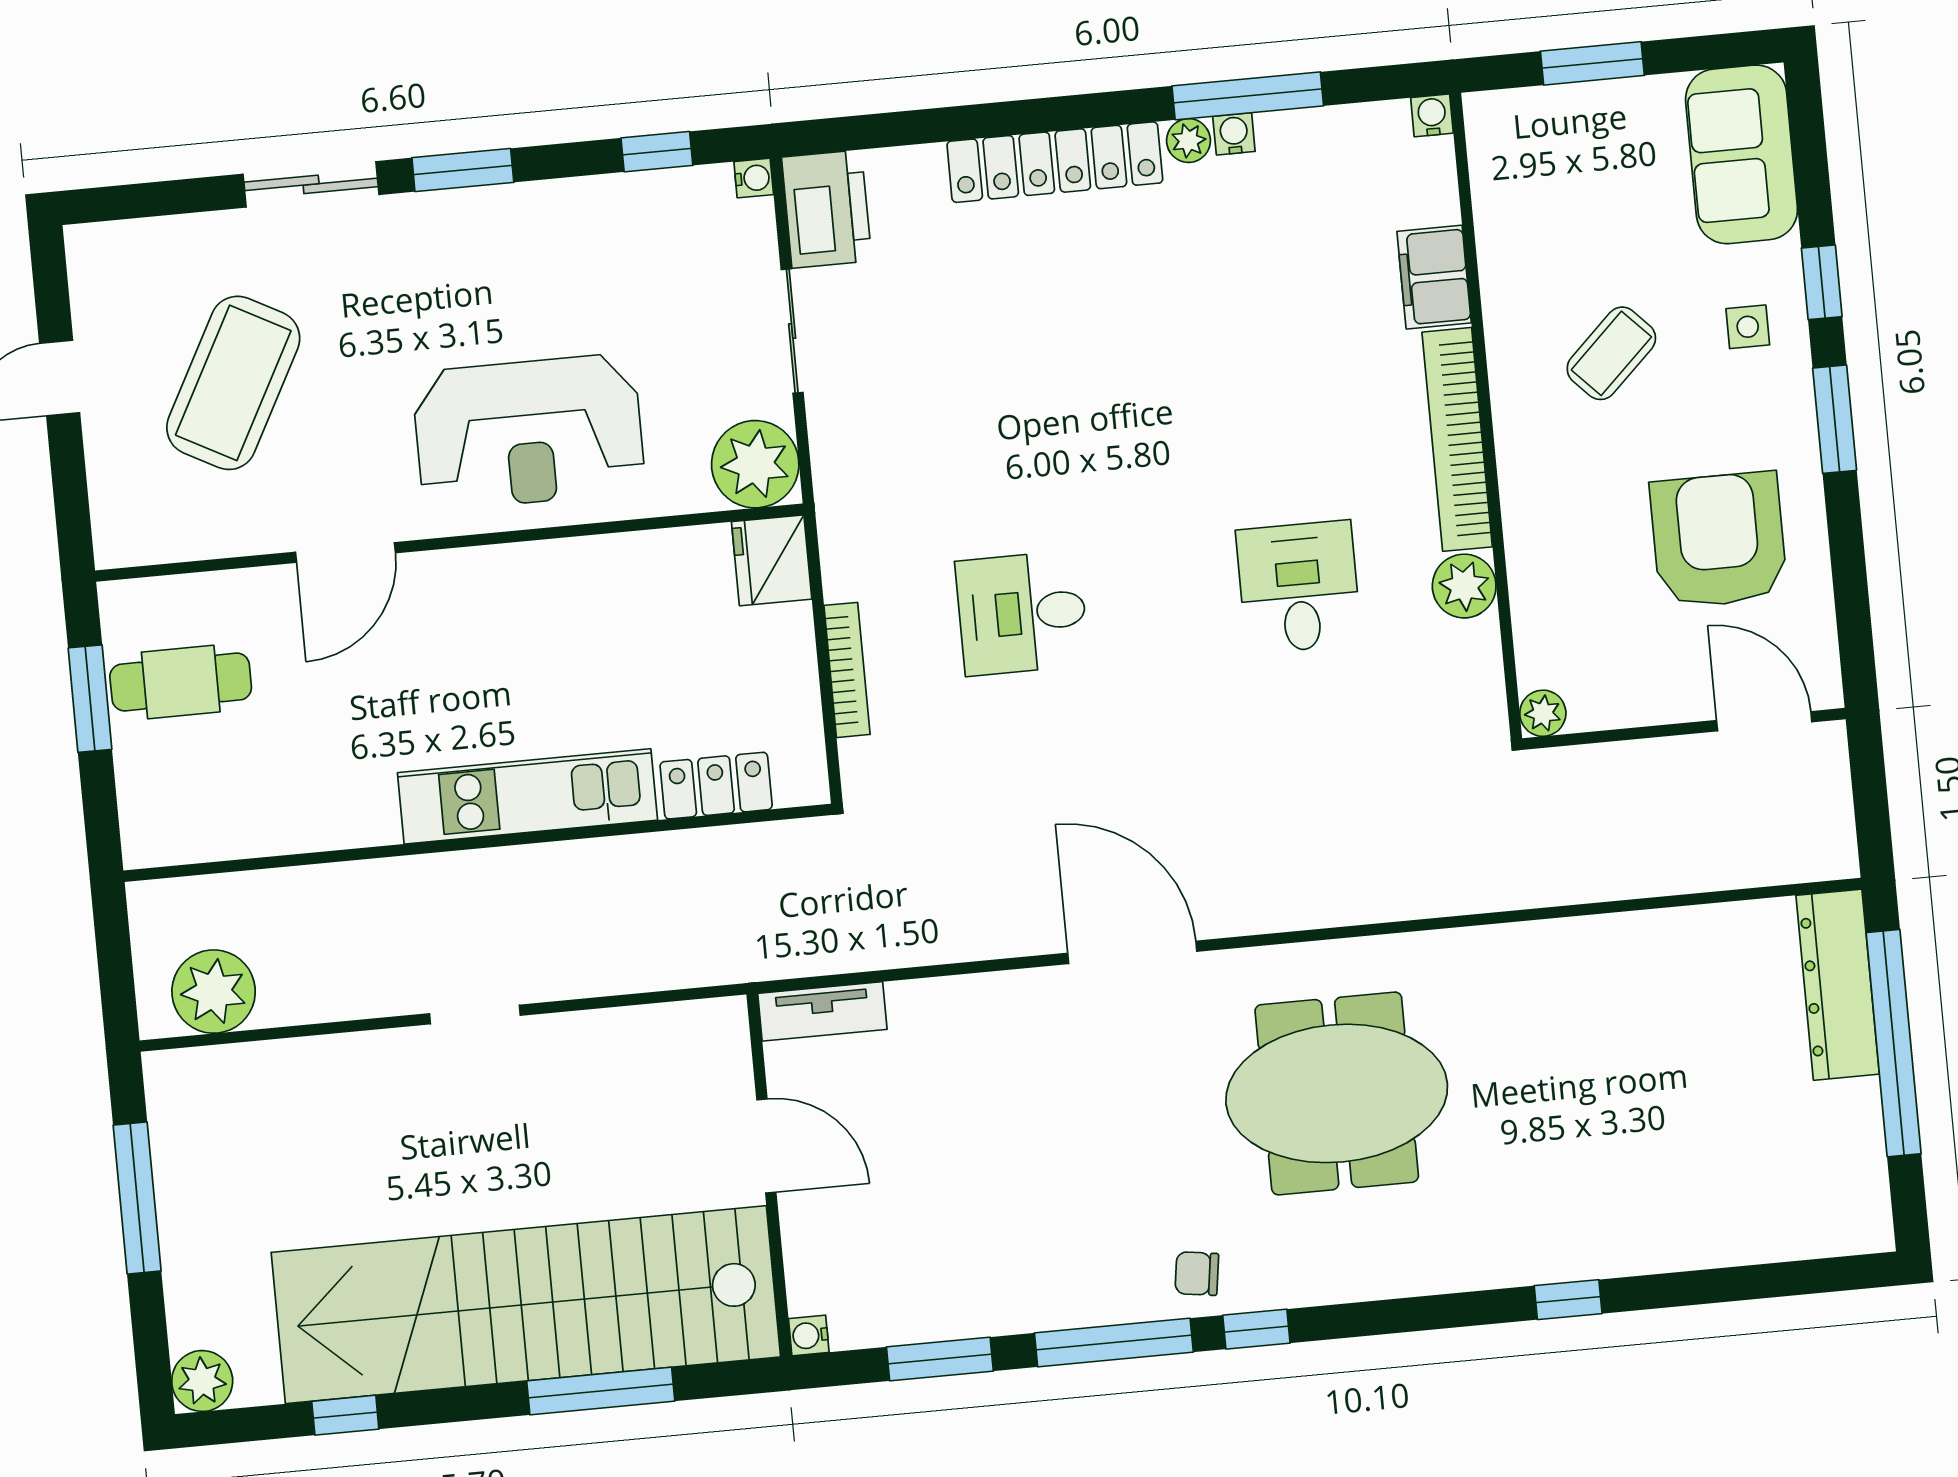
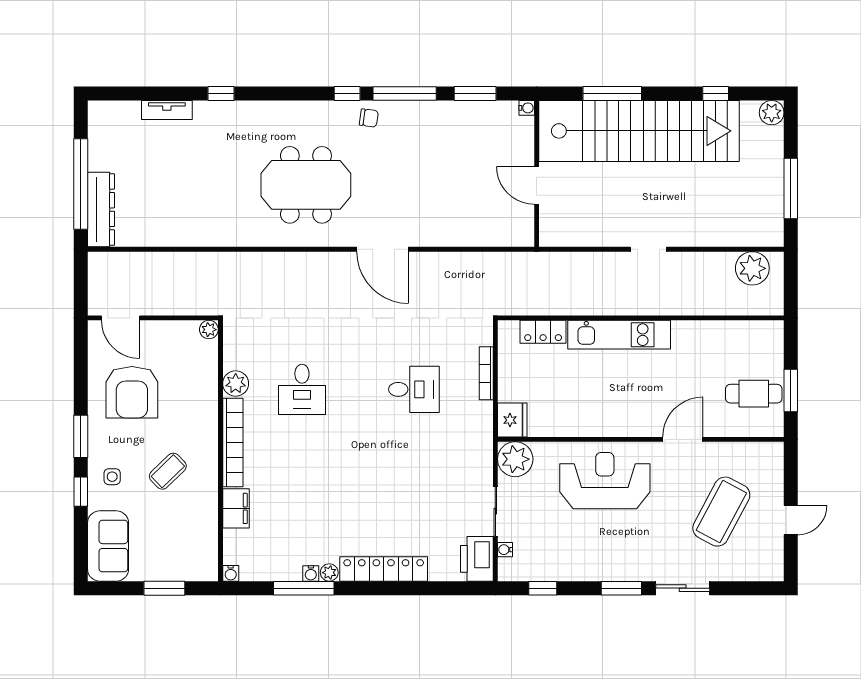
water cooler: (754, 178) -> (505, 550), moved
tv unit: (822, 1011) -> (167, 110), moved, turned 180

